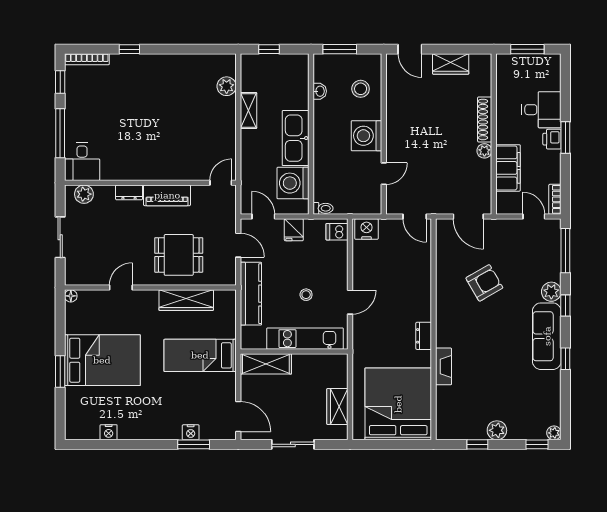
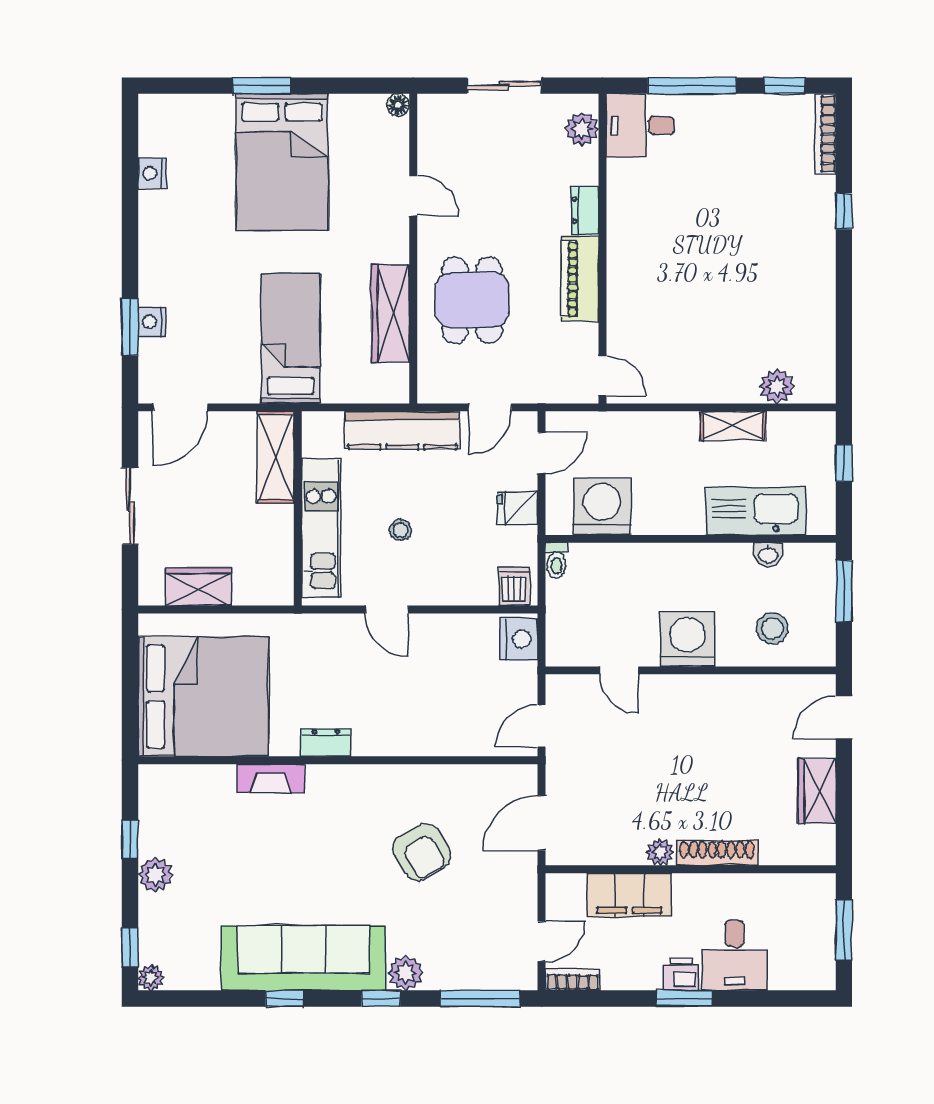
kitchen sink: (296, 138) -> (756, 511), moved
sofa: (547, 336) -> (304, 958), width x1.36, depth x1.27

